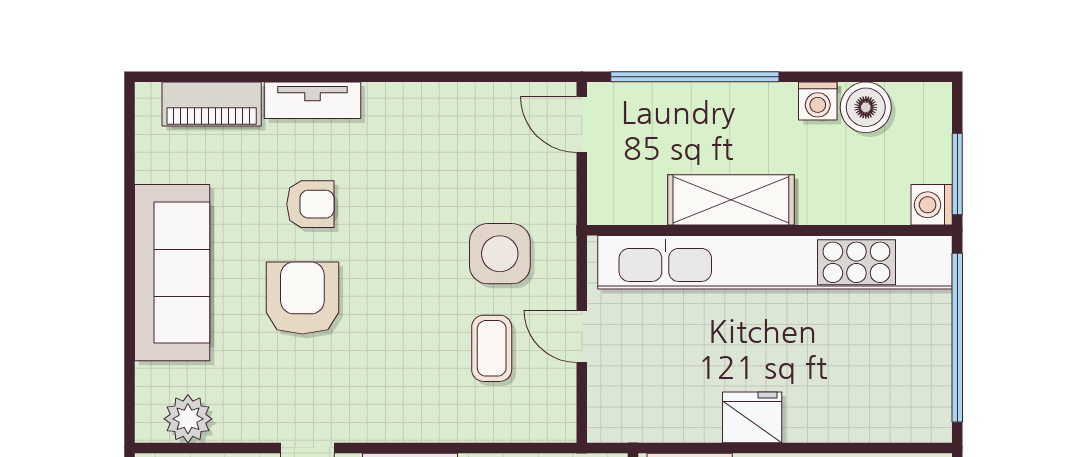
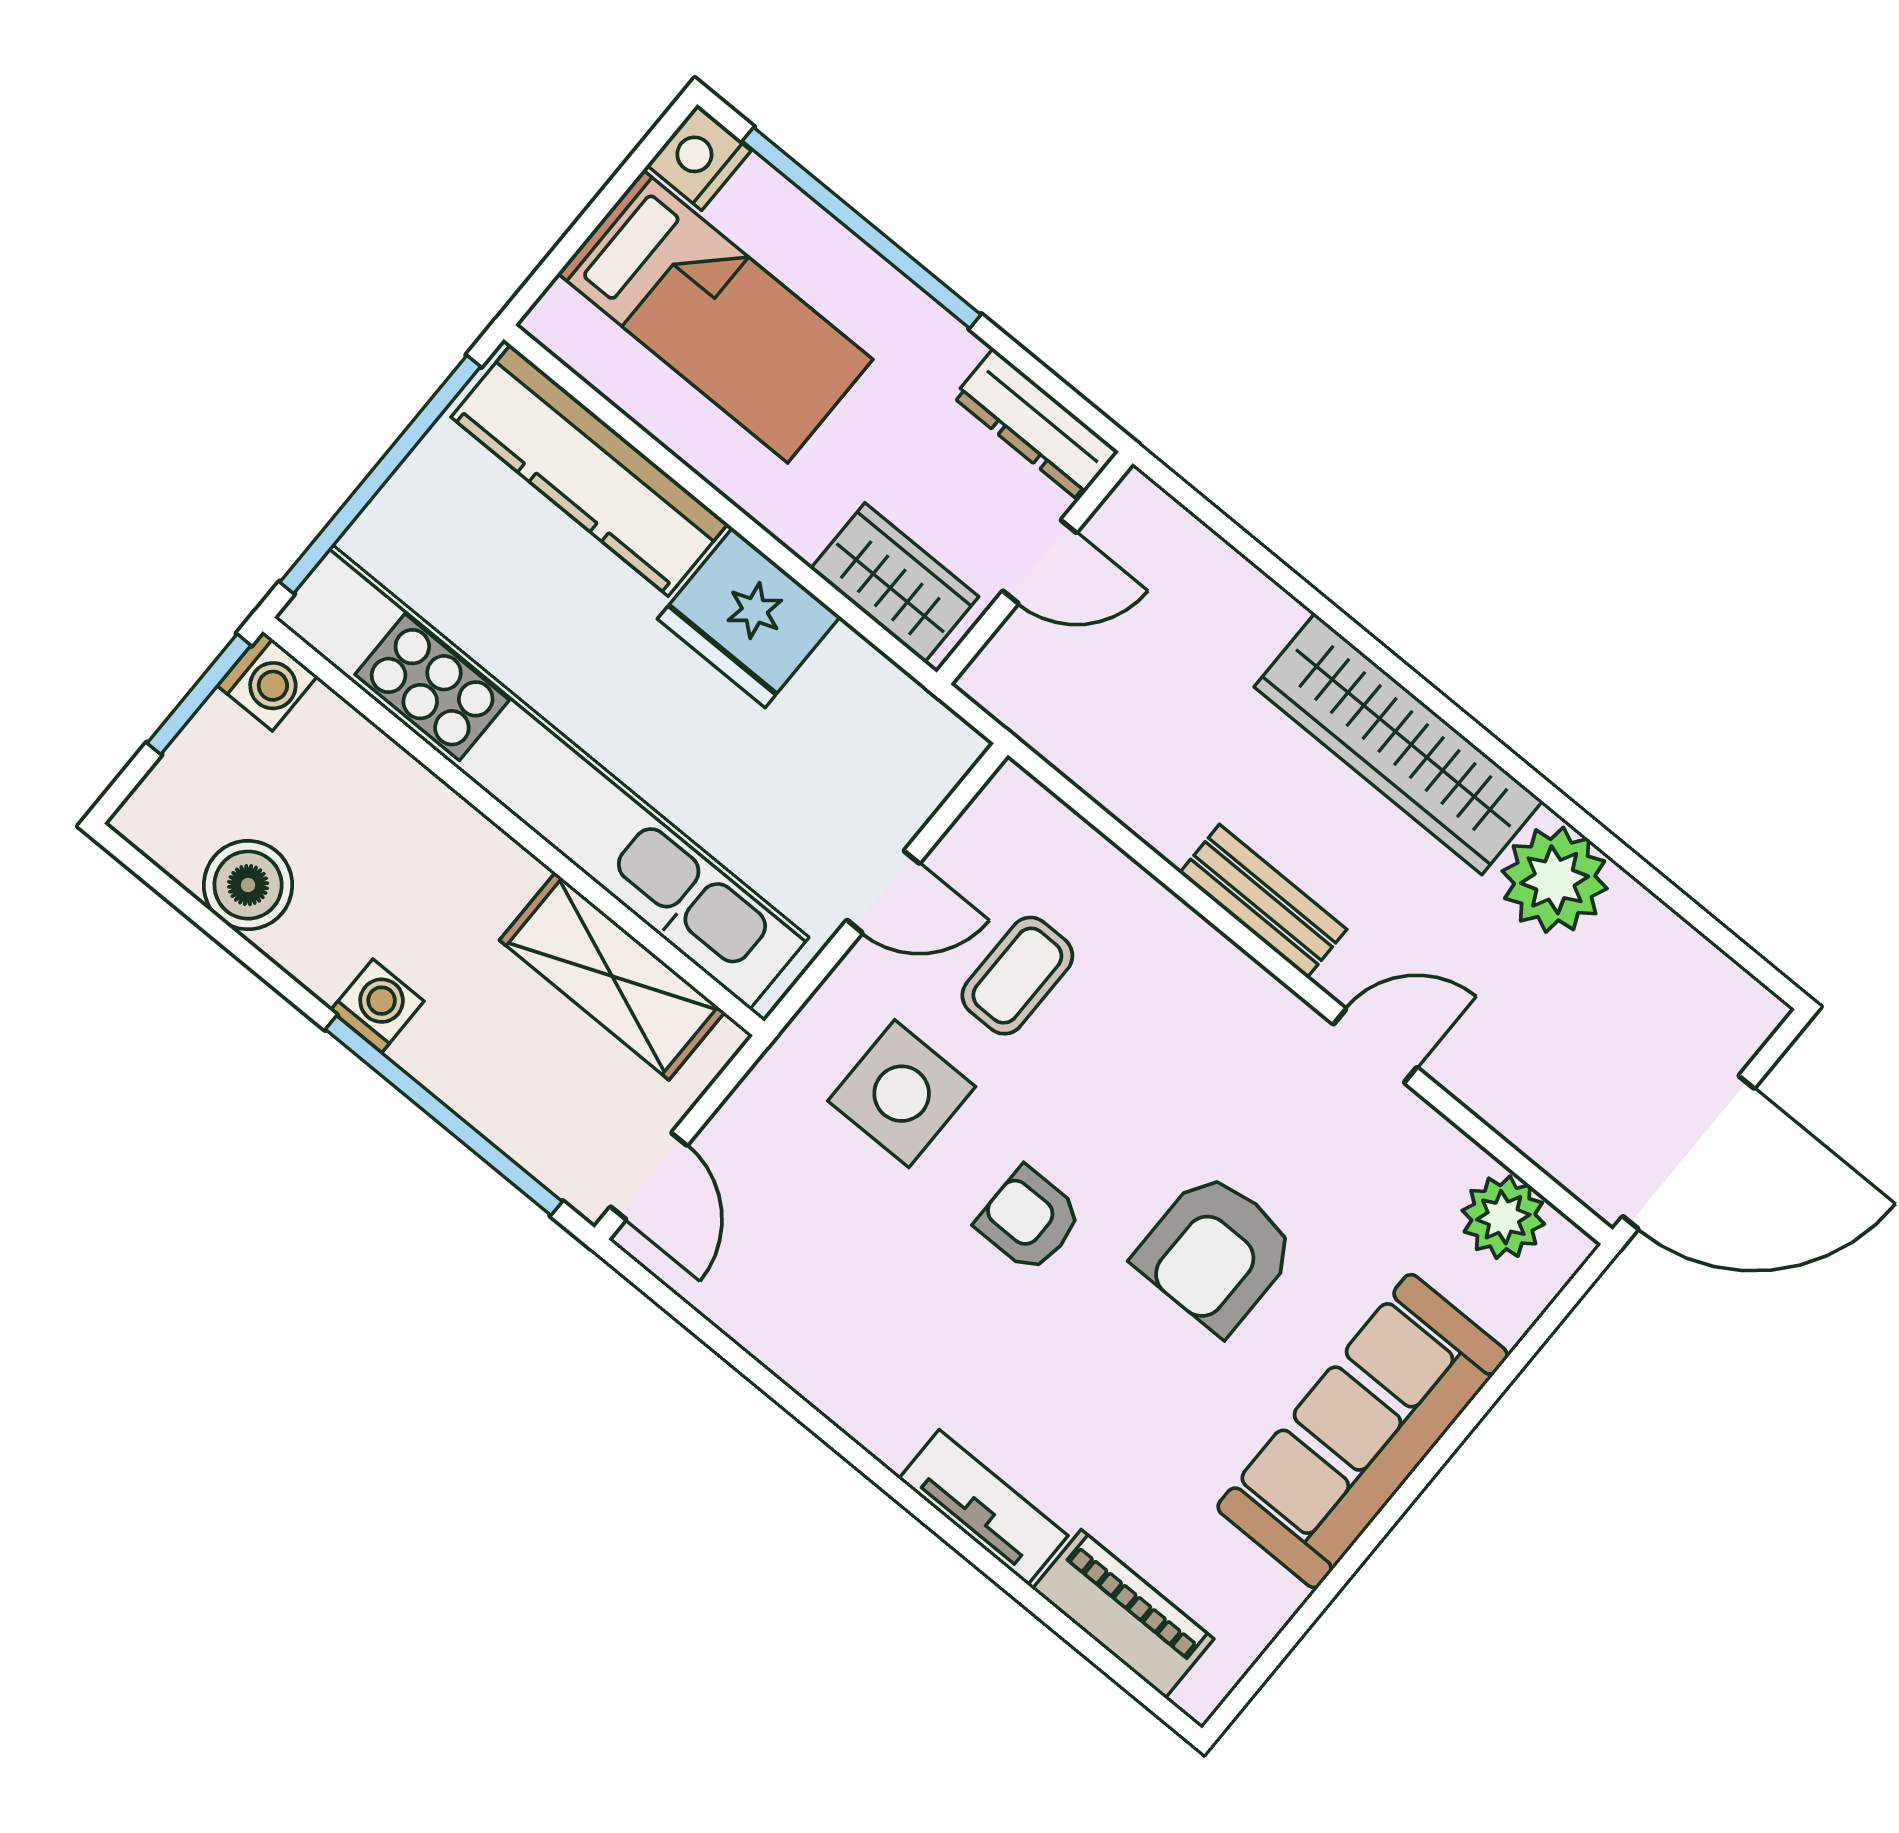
washing machine: (818, 101) -> (377, 1006), moved
shelving: (731, 200) -> (612, 976), moved
armchair: (310, 204) -> (1029, 1220), moved
door: (582, 336) -> (883, 892), hinge flipped
kitchen counter: (866, 416) -> (589, 470), added
fridge: (752, 417) -> (749, 618), width x1.36, depth x1.34

